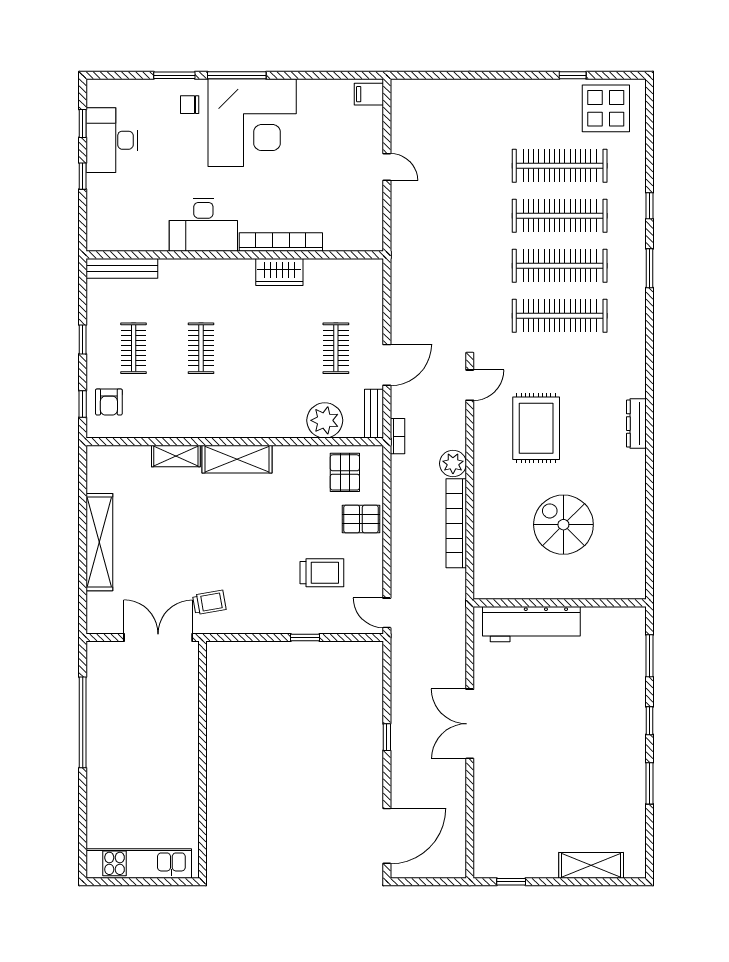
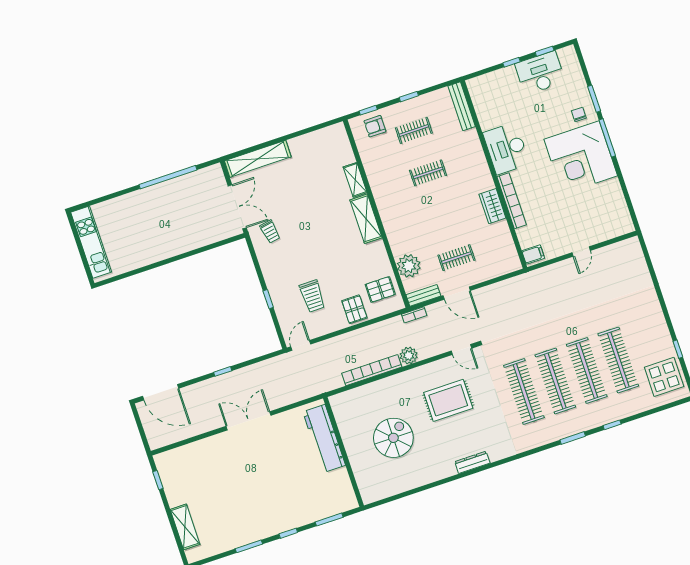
filing cabinet: (369, 94) -> (533, 255), moved, turned 90
shelving: (99, 542) -> (258, 159), moved

